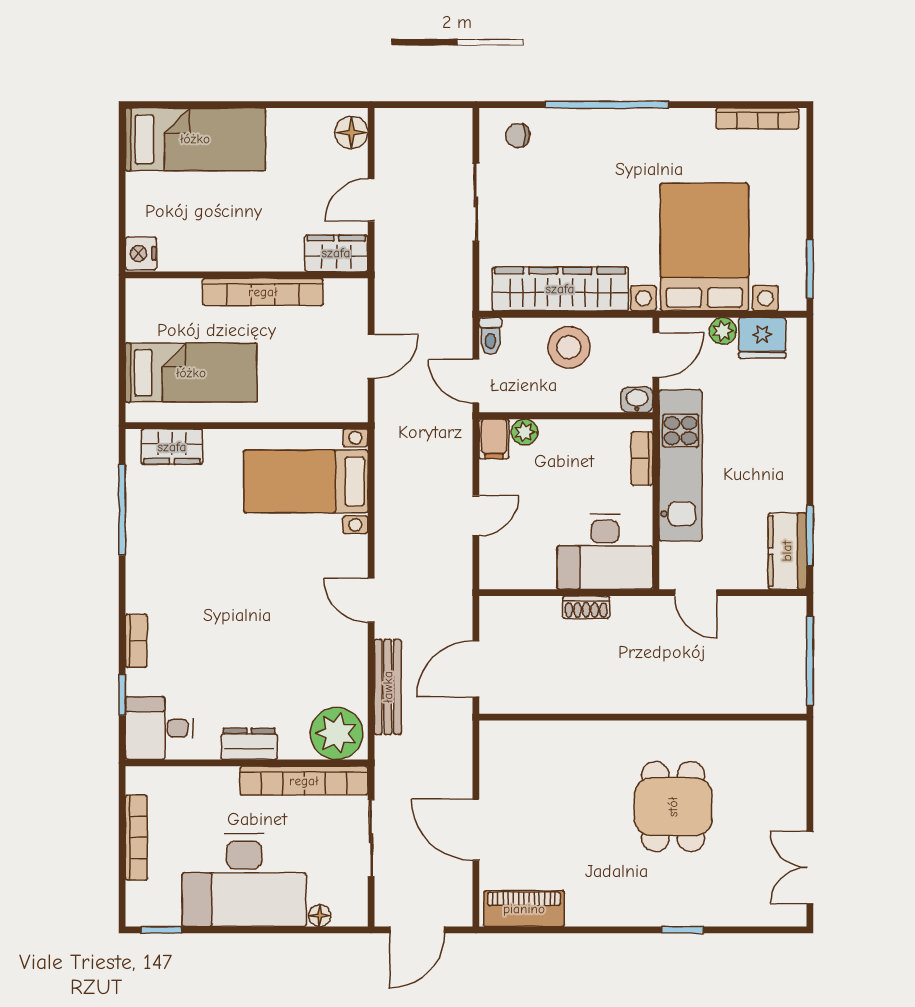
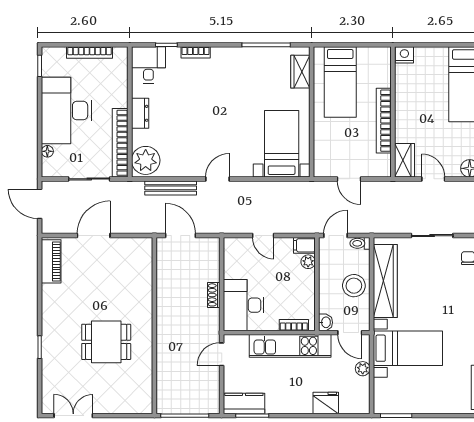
bed with nightstands: (704, 247) -> (408, 348), width x0.73
fridge: (762, 338) -> (326, 403), moved, turned 90

